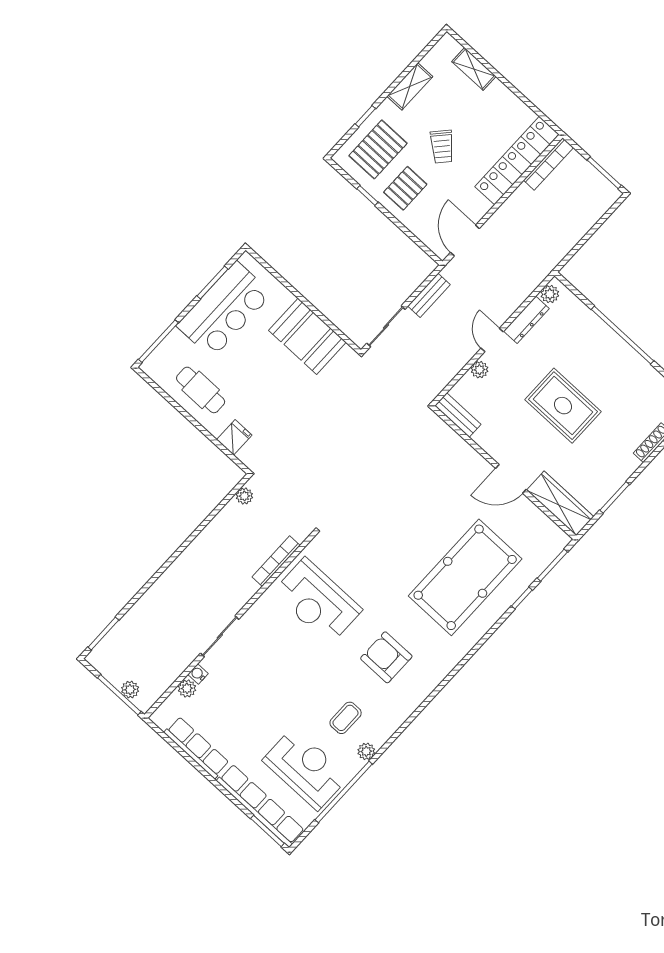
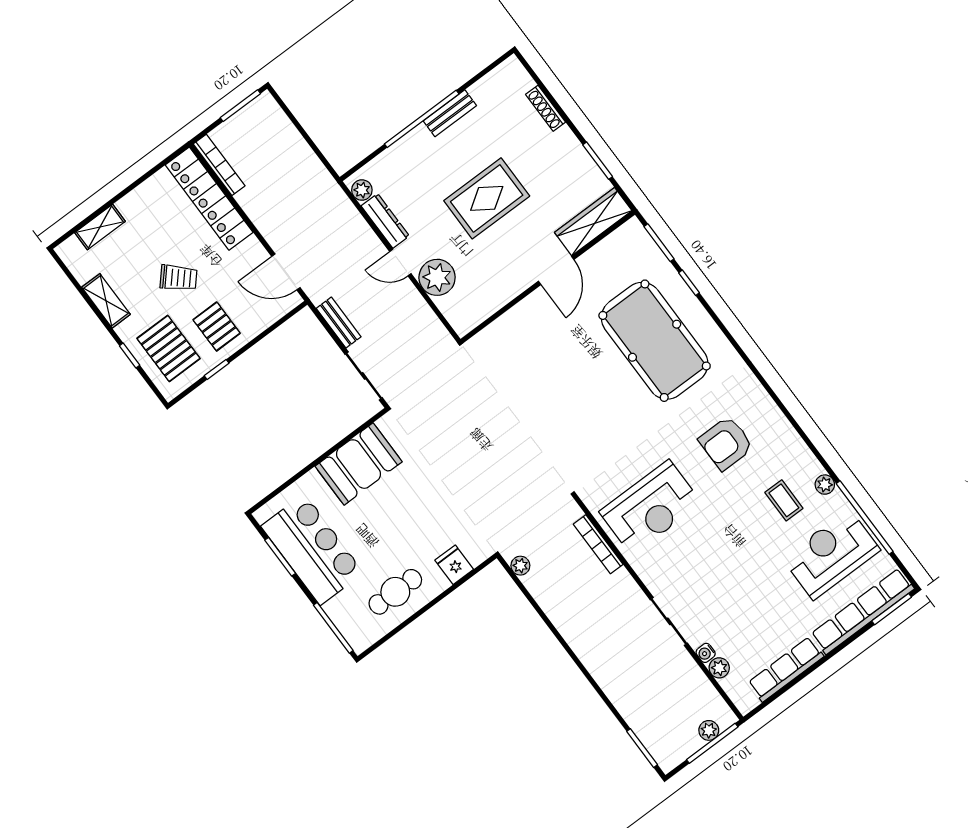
plant: (480, 370) -> (437, 277), width x1.88, depth x1.88
bench: (458, 415) -> (450, 113), moved

